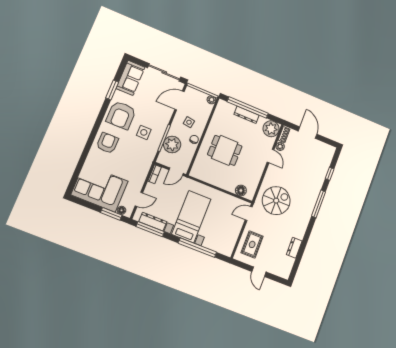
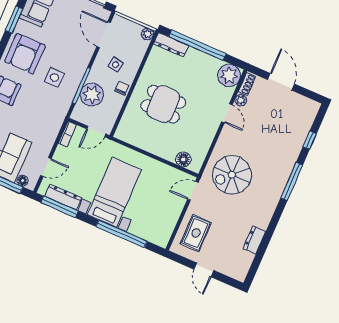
door: (179, 101) -> (104, 35), hinge flipped
dresser: (246, 115) -> (171, 45), moved
spiral stairs: (276, 201) -> (232, 175), turned 180

